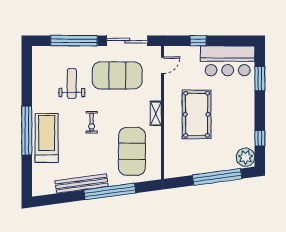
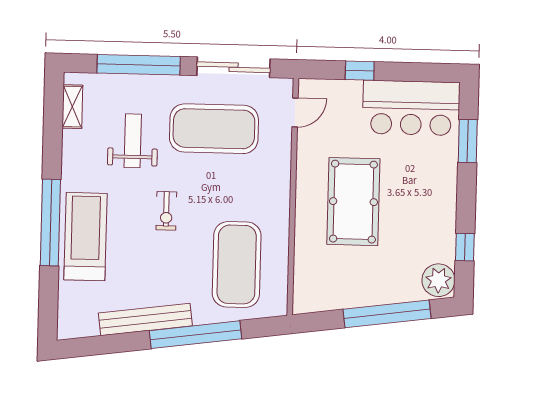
shelving: (156, 113) -> (72, 107), moved

